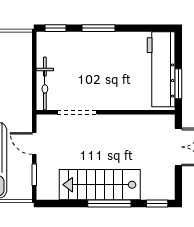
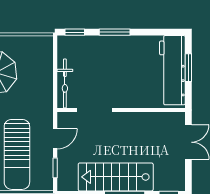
window: (178, 84) -> (188, 68), moved
door: (34, 143) -> (55, 139), swing flipped

